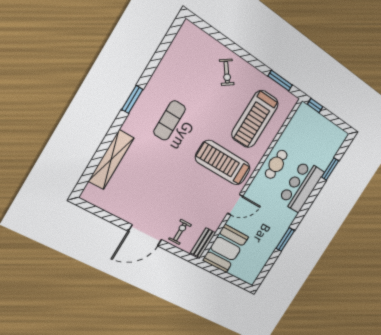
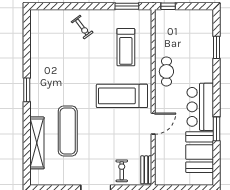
treadmill: (255, 119) -> (126, 47), width x0.73, depth x0.73
exercise mat: (170, 120) -> (68, 131), moved, width x1.36, depth x1.45
bar counter: (301, 186) -> (200, 107), moved
booth: (225, 249) -> (200, 152), moved

